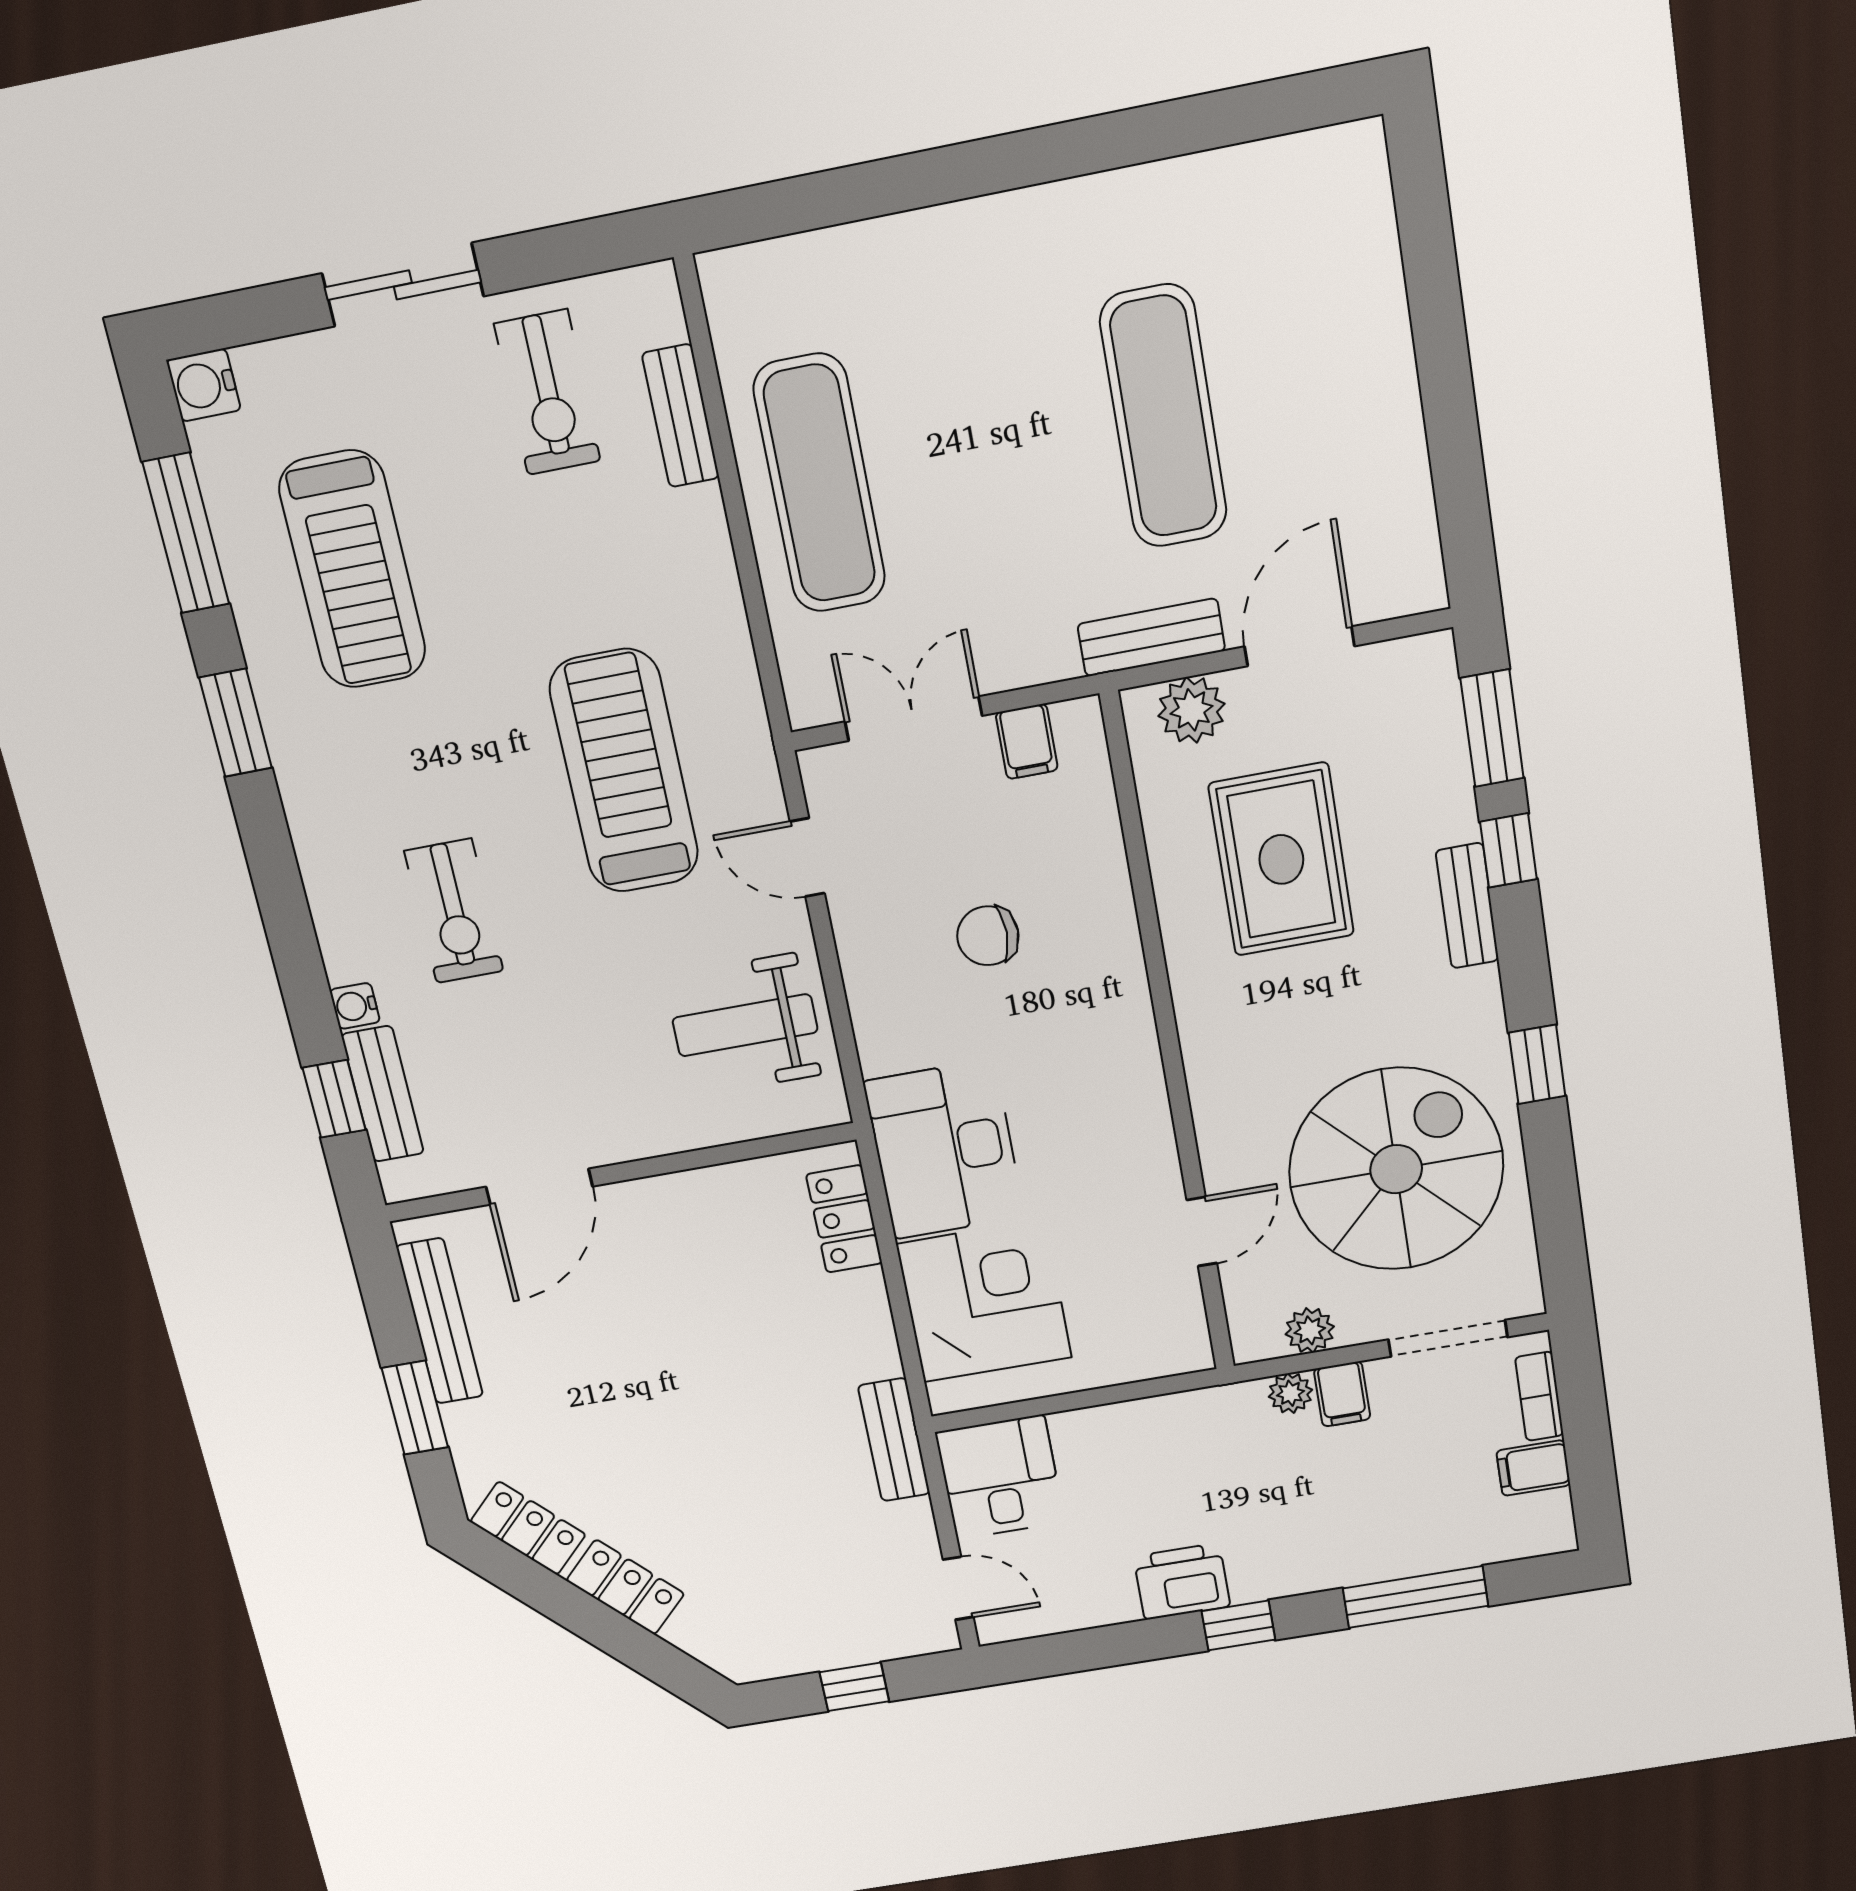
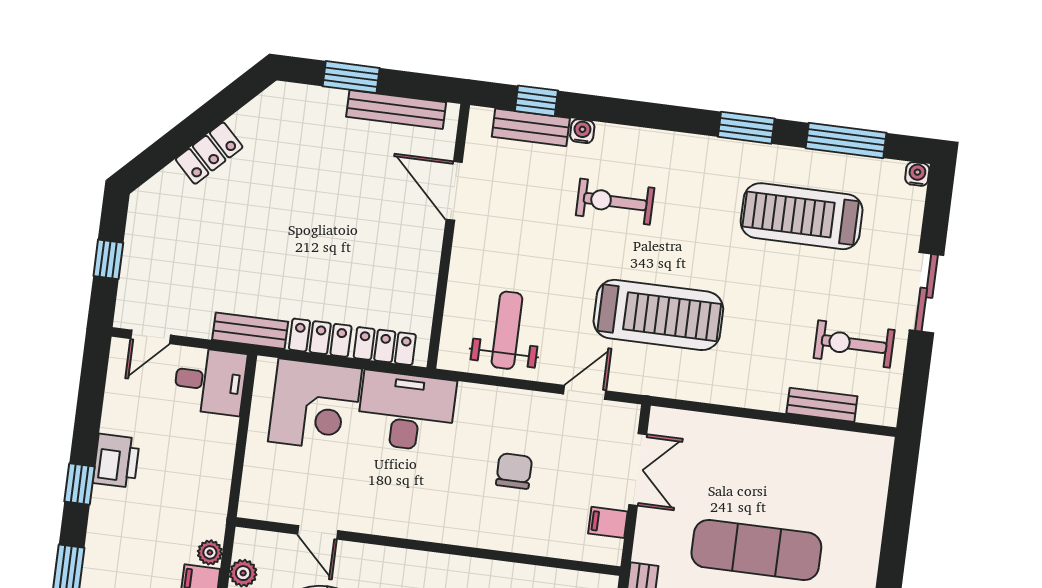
water cooler: (204, 385) -> (917, 174), width x0.72, depth x0.72
exercise mat: (820, 484) -> (756, 550), moved
locker: (528, 1528) -> (320, 338), moved, turned -135

